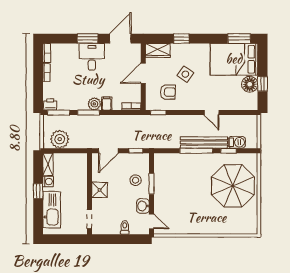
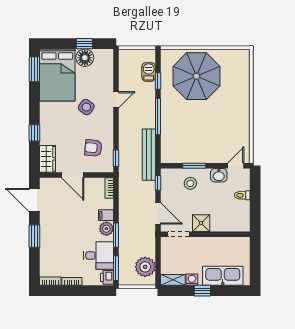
desk: (92, 57) -> (98, 255), moved, turned 180
side table: (185, 74) -> (86, 107), moved
armchair: (168, 92) -> (93, 148), turned -84
bench: (204, 143) -> (149, 155), moved
doorway: (89, 219) -> (178, 234), moved

